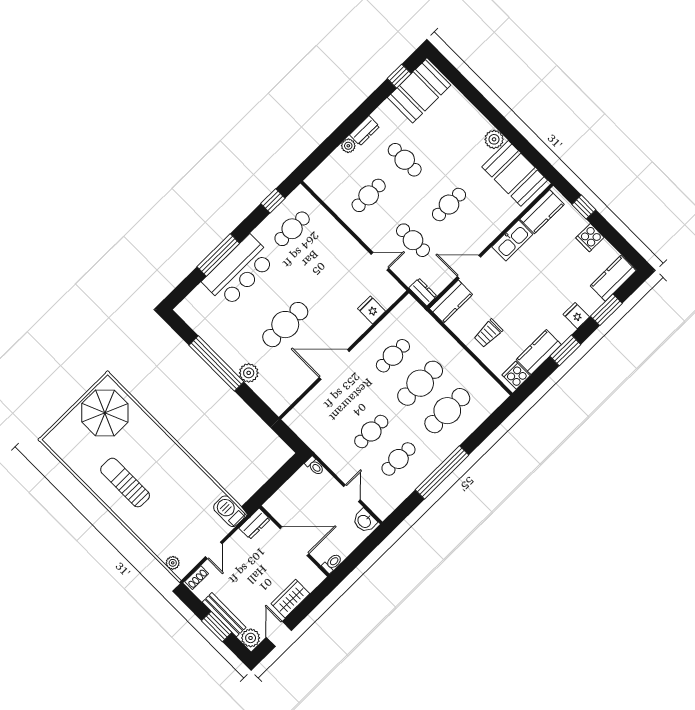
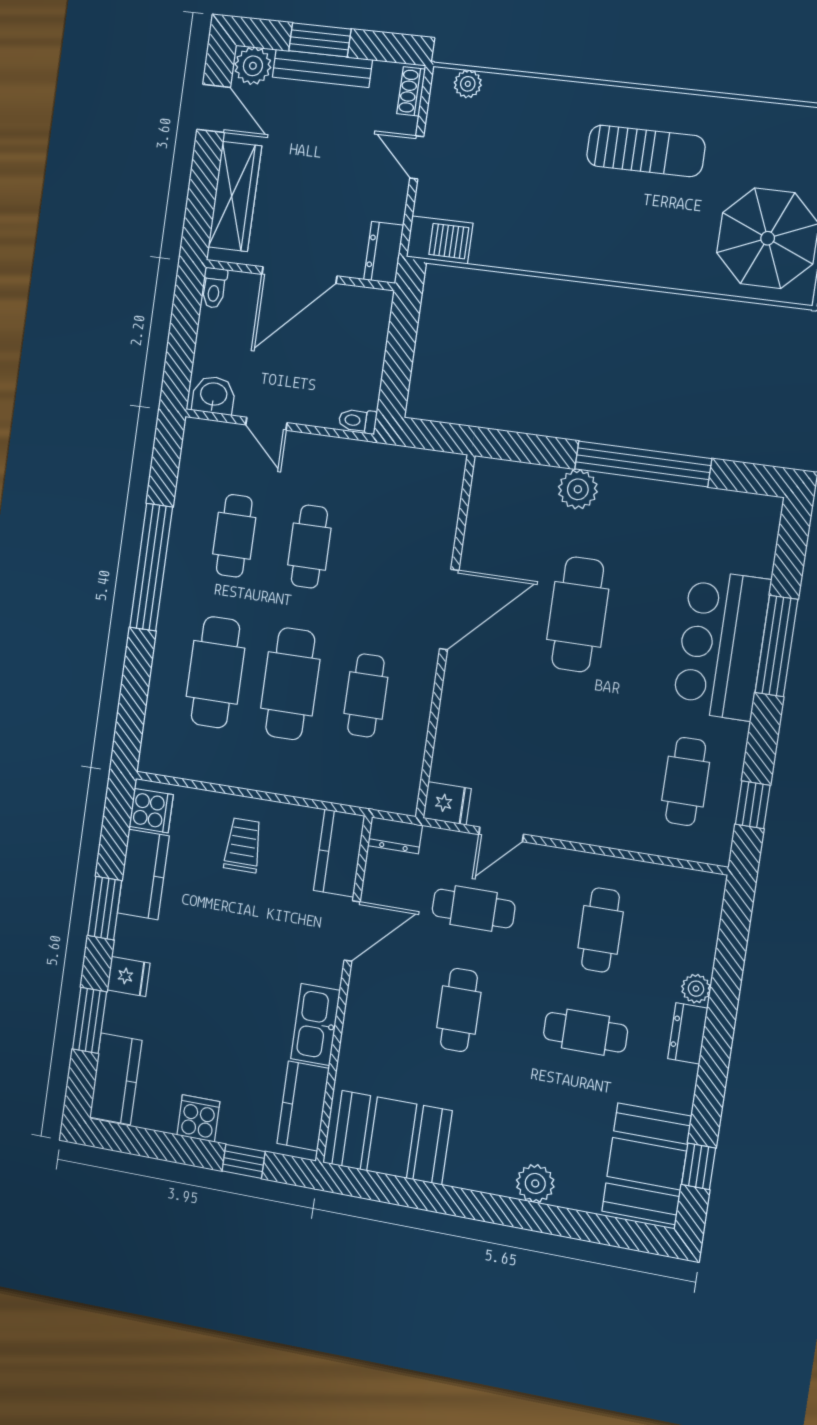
plant: (494, 139) -> (535, 1183), moved
fridge: (371, 310) -> (447, 803), moved
wardrobe: (290, 599) -> (235, 196), width x1.50

